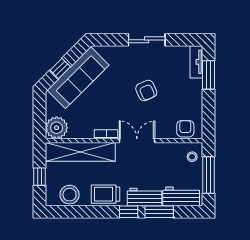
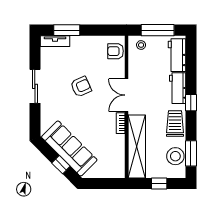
plant: (57, 128) -> (115, 168), removed
trolley: (106, 194) -> (175, 124), turned 180
window: (159, 212) -> (191, 153), moved

